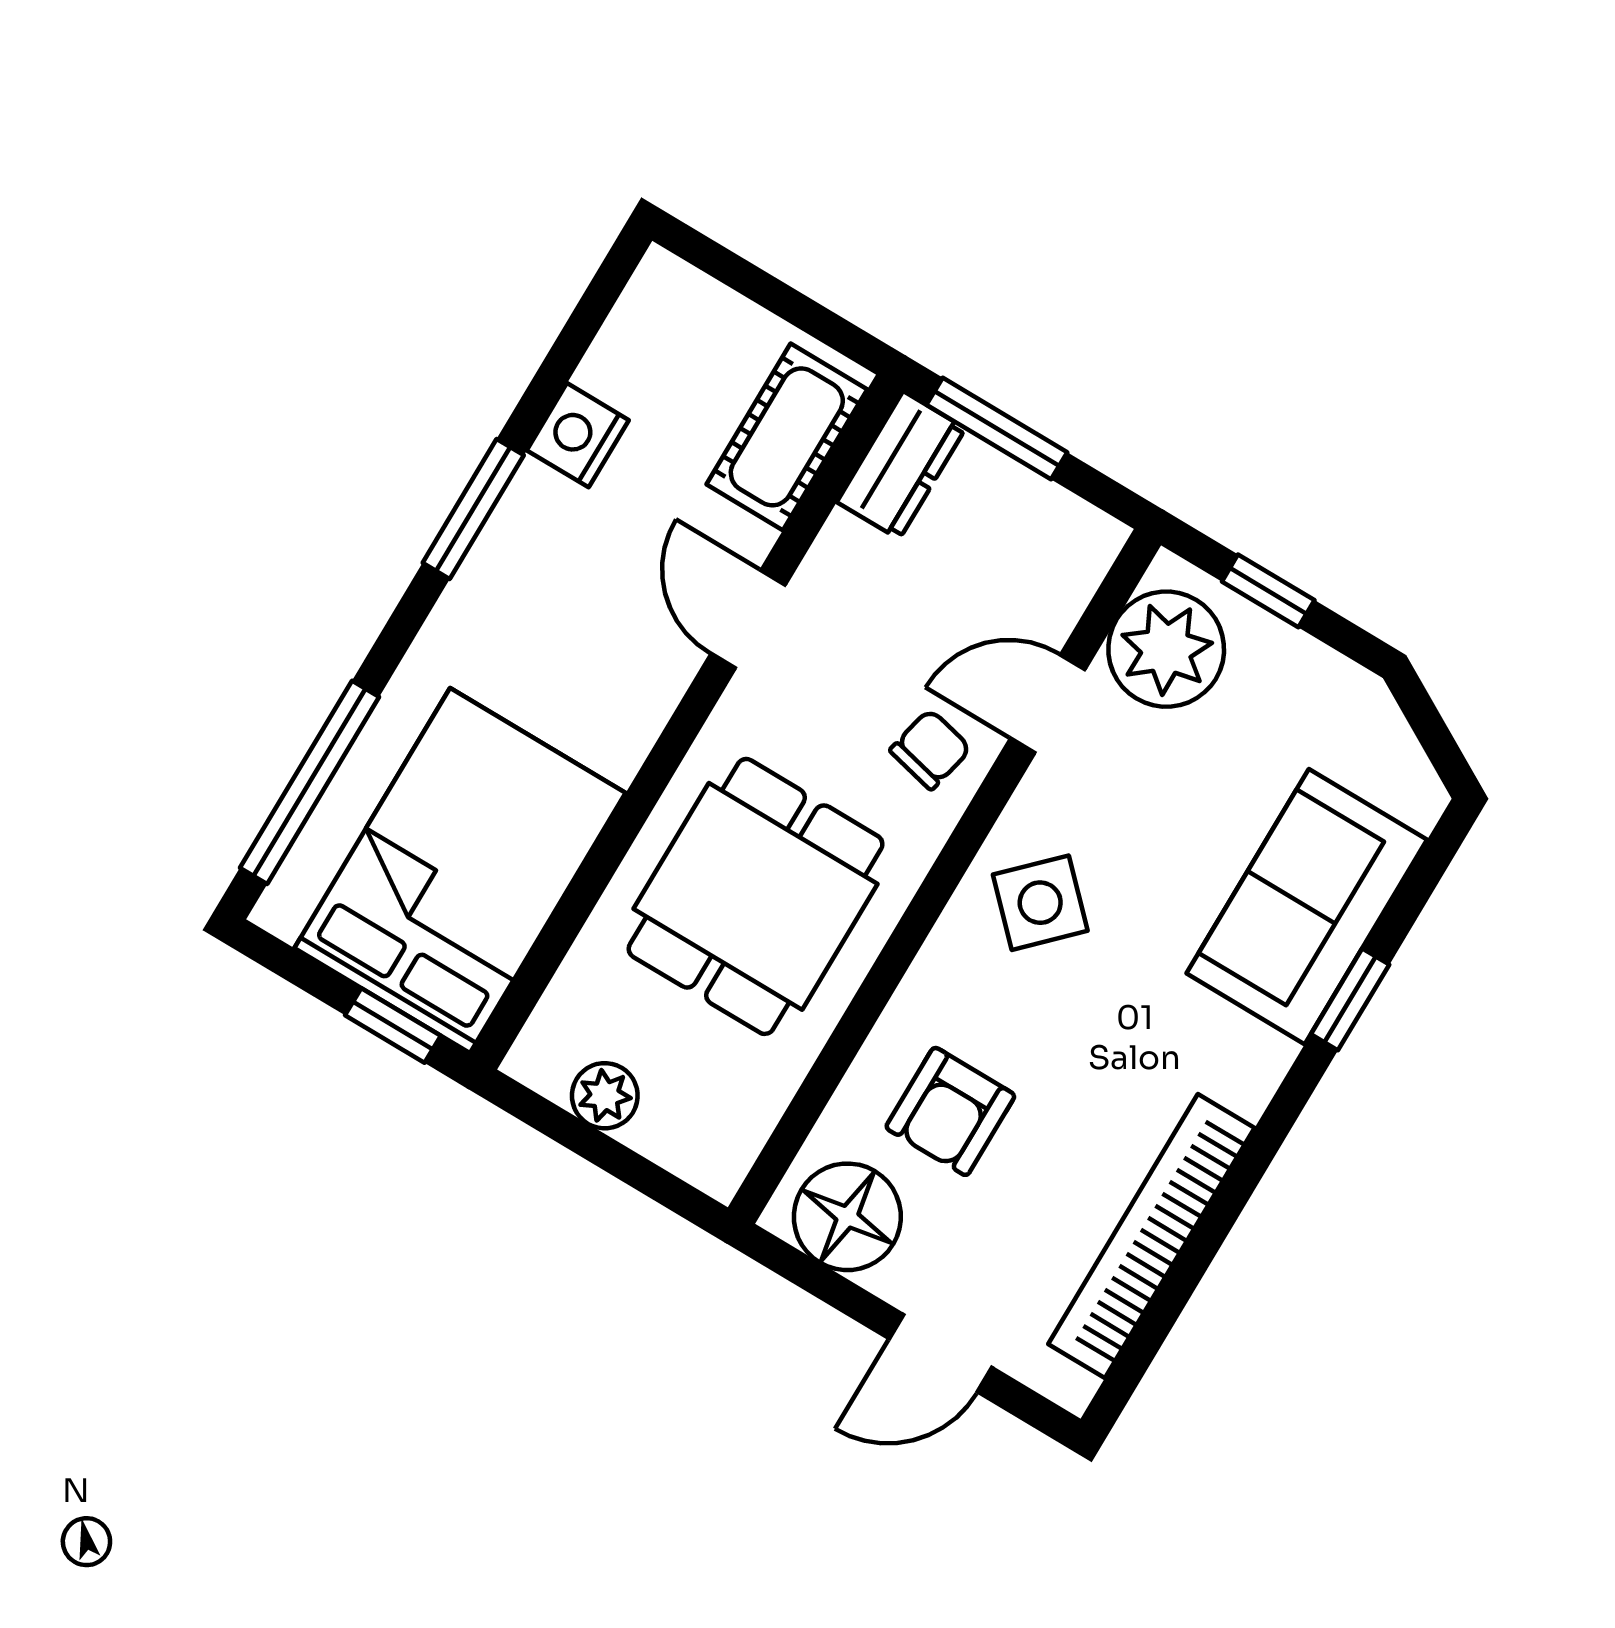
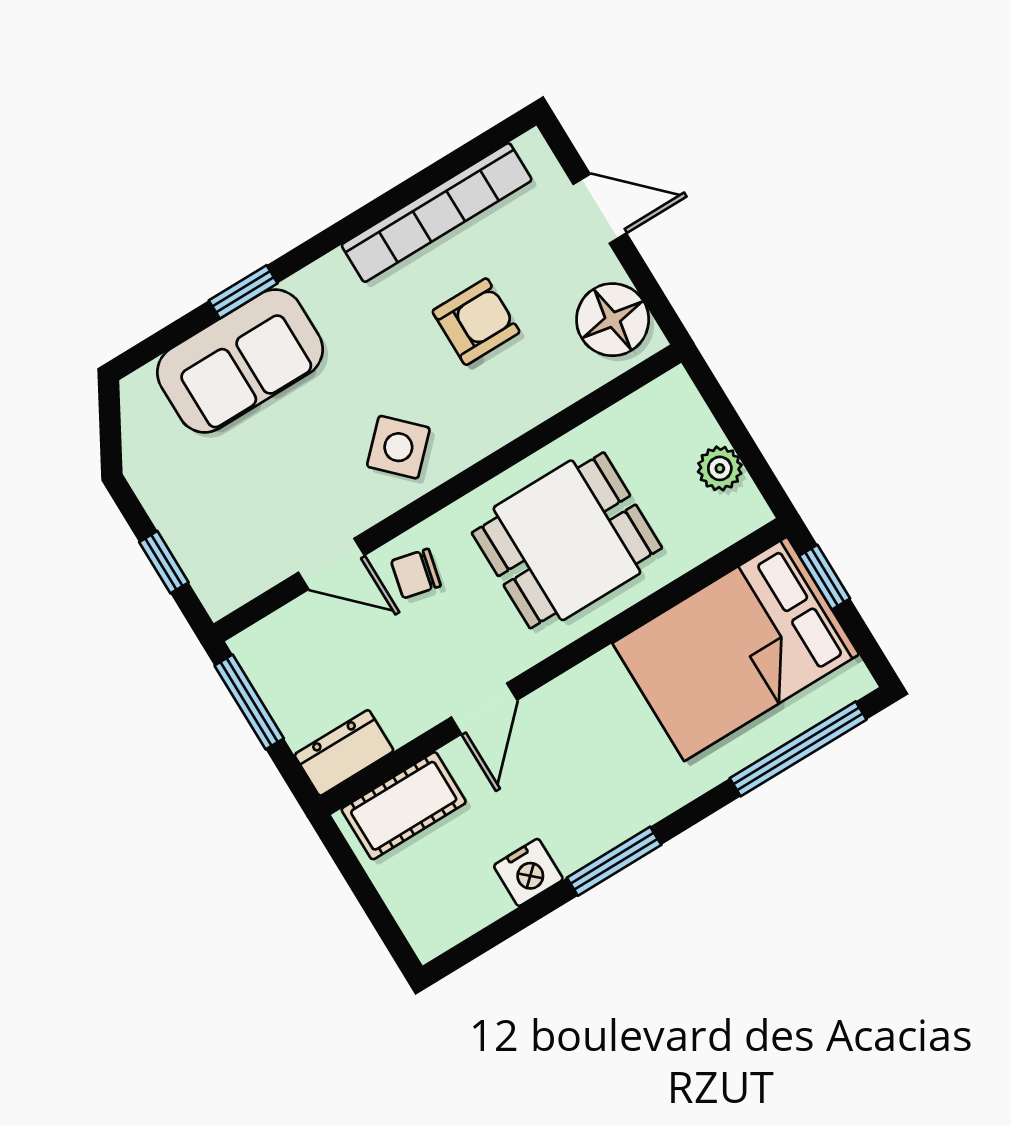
window: (997, 428) -> (249, 702), moved
plant: (1166, 649) -> (243, 559), removed
armchair: (950, 1111) -> (476, 322), moved

